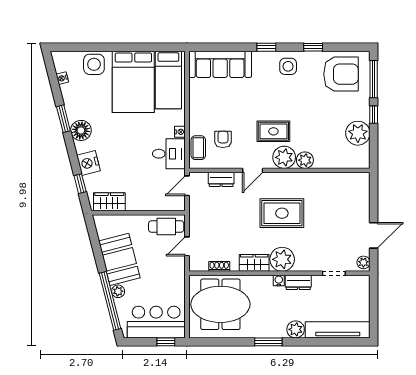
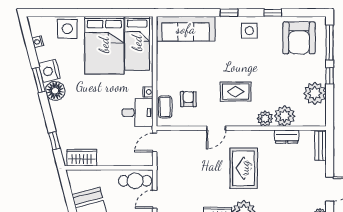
armchair: (341, 74) -> (299, 38), turned 90
plant: (284, 157) -> (285, 116), moved
nightstand: (88, 163) -> (49, 71), moved
dresser: (221, 179) -> (287, 137), moved
bench: (364, 189) -> (320, 146), added
rug: (282, 213) -> (244, 168), turned 90

